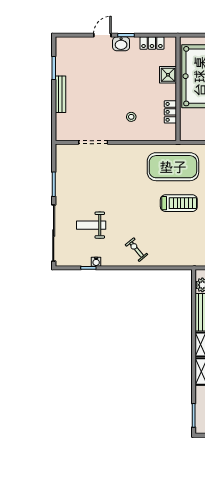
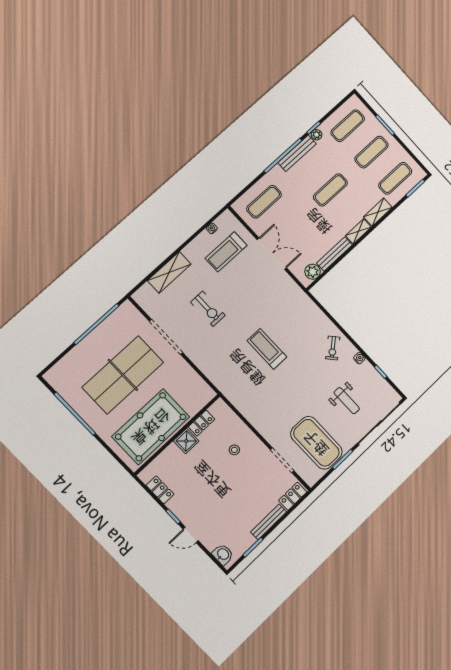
washbasin: (121, 44) -> (223, 554), moved
shower: (168, 75) -> (186, 441), moved
locker: (62, 127) -> (293, 496), added
exercise mat: (173, 167) -> (316, 443), moved
water cooler: (96, 262) -> (359, 358), moved

